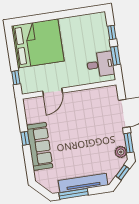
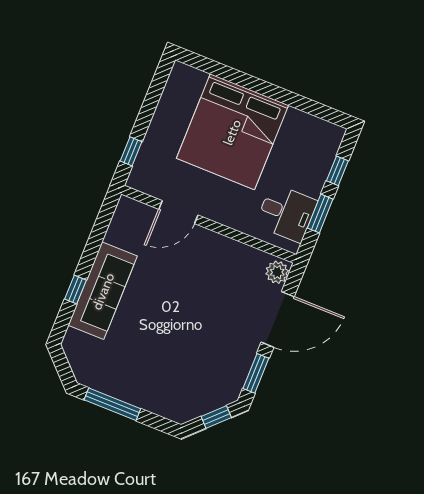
bed: (38, 43) -> (232, 132), moved, turned 90
window: (25, 138) -> (75, 290), moved
plant: (121, 152) -> (277, 272), moved
tv unit: (83, 183) -> (139, 395), removed

